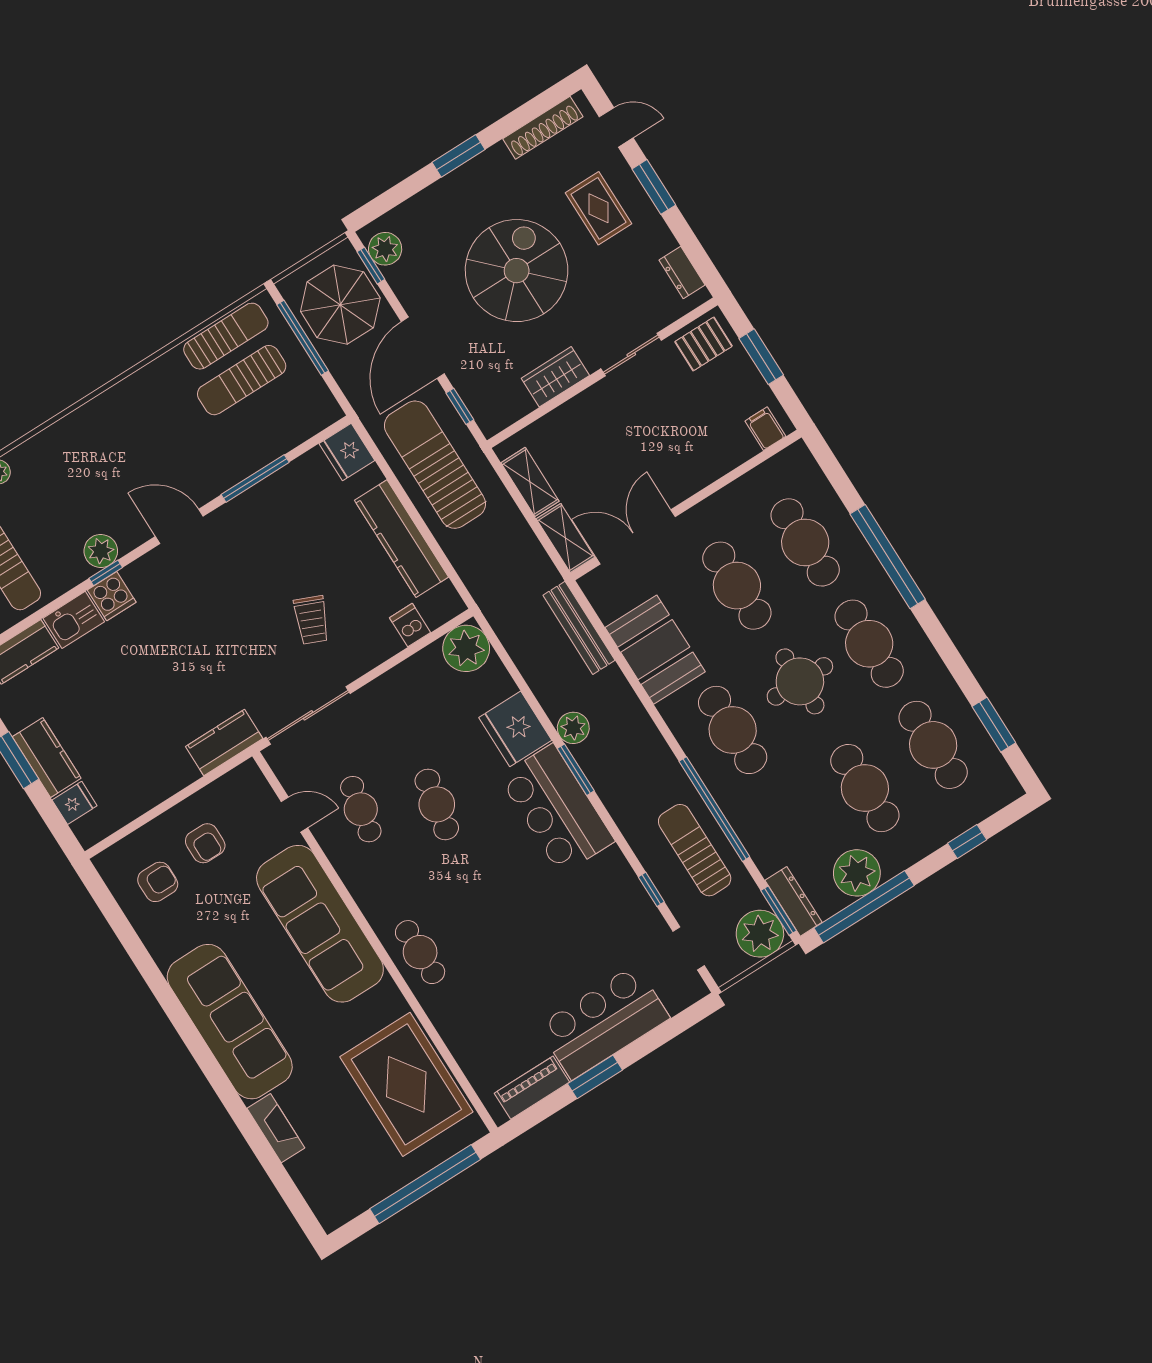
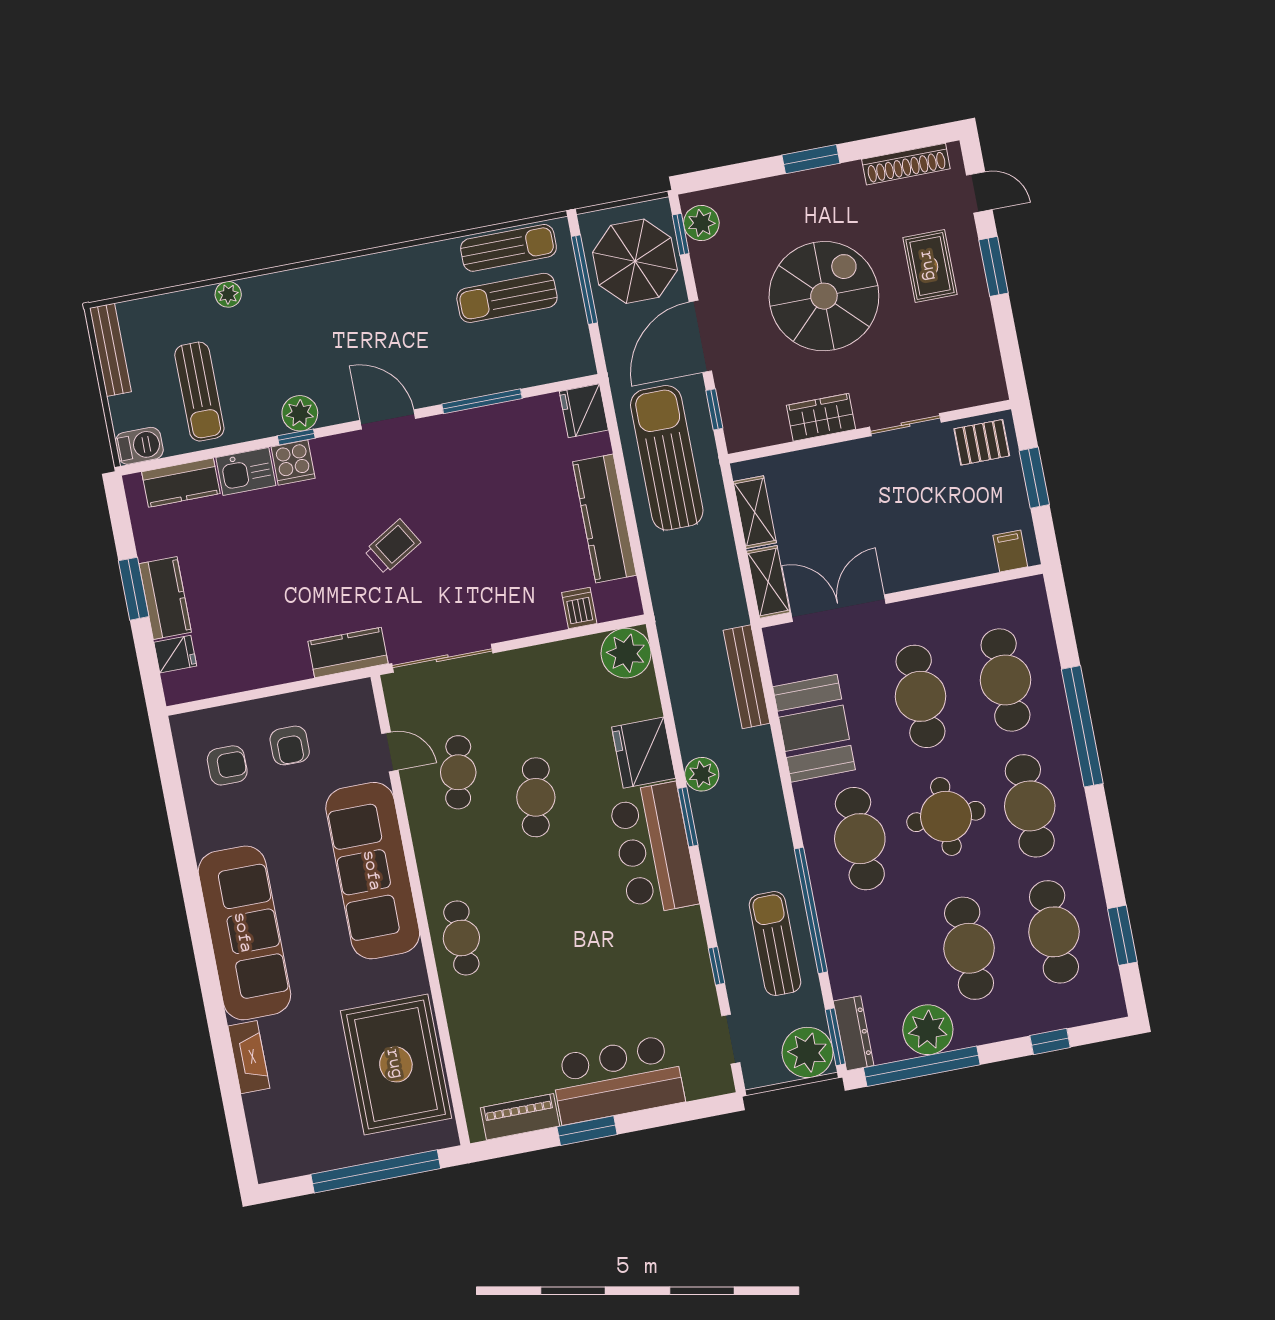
dresser: (682, 272) -> (988, 363), removed
trolley: (312, 620) -> (392, 547), moved, turned -144

